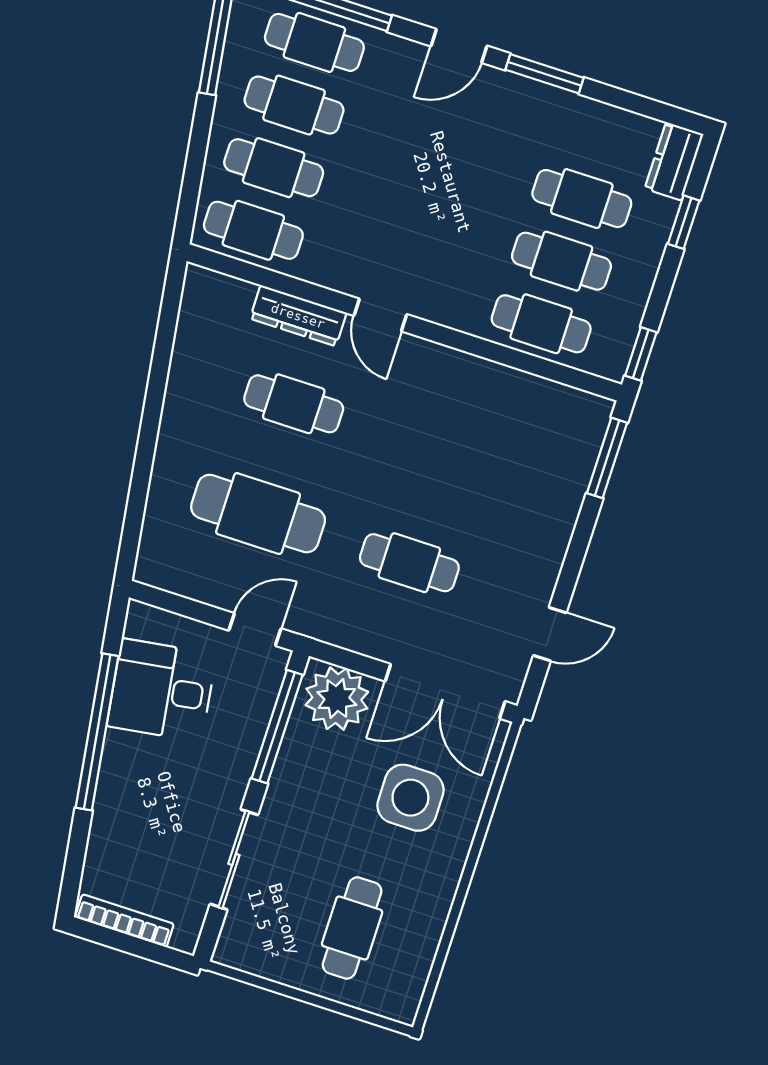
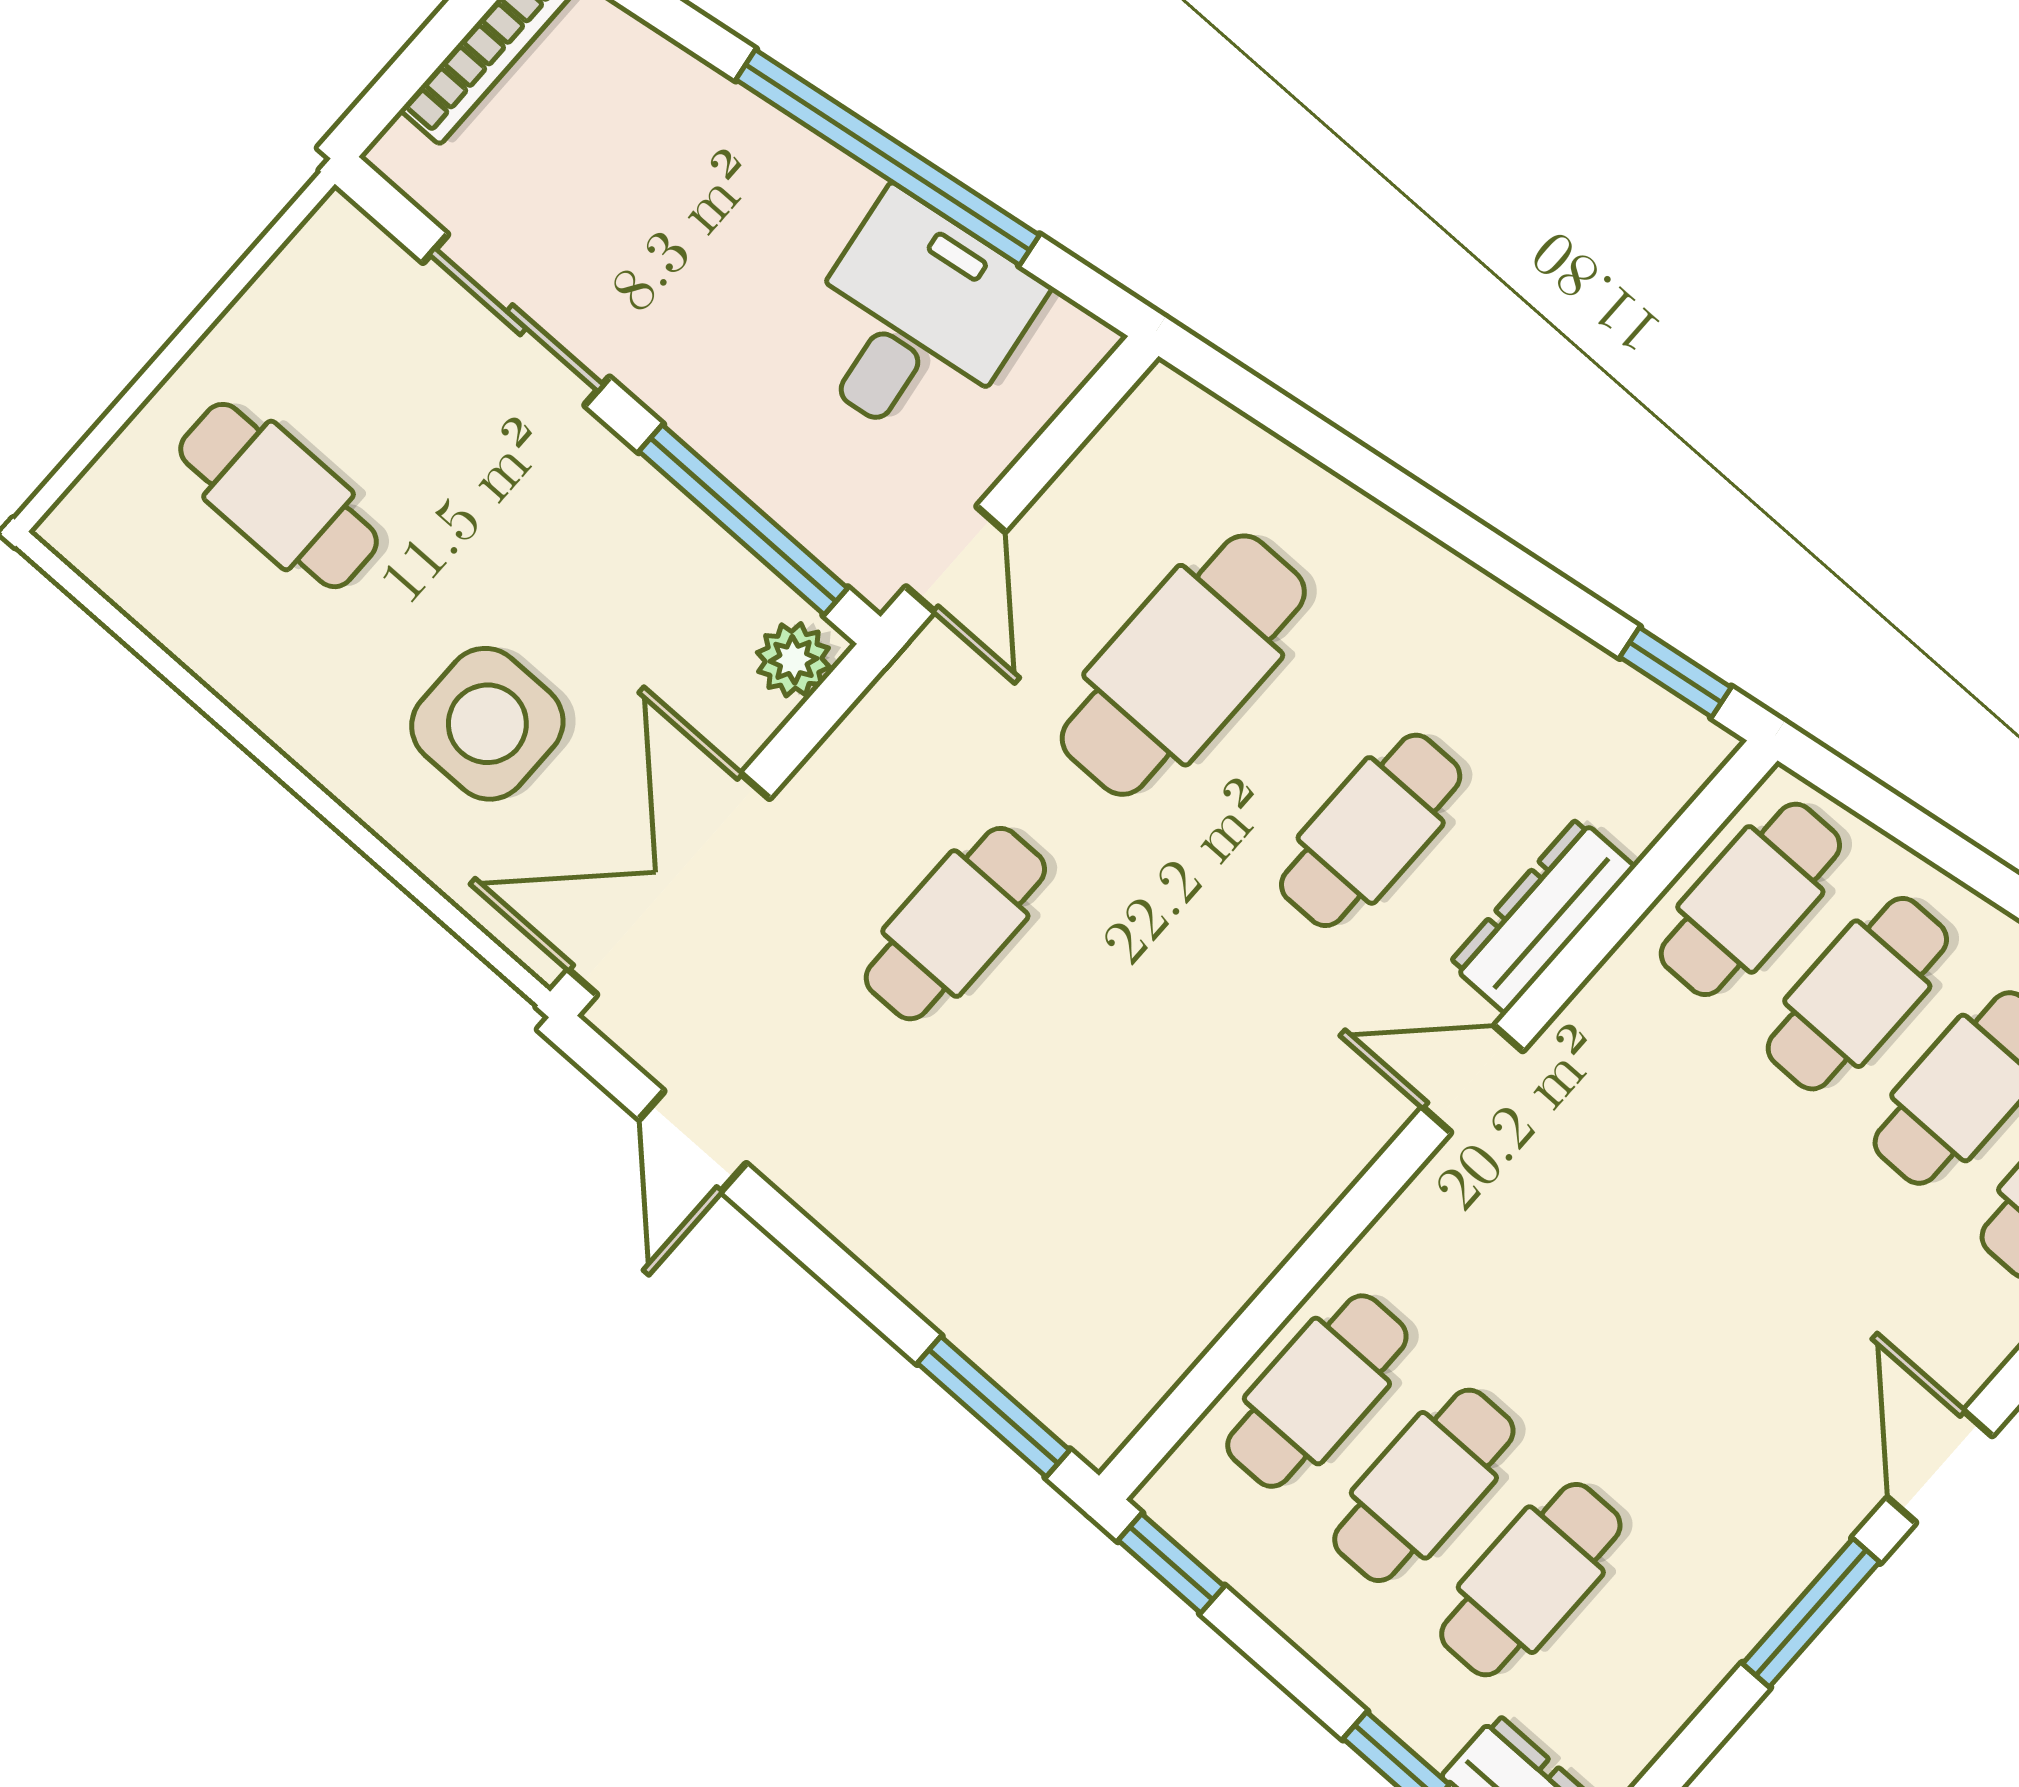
window: (171, 304) -> (1675, 672), added
plant: (337, 699) -> (793, 660), width x0.53, depth x0.53

